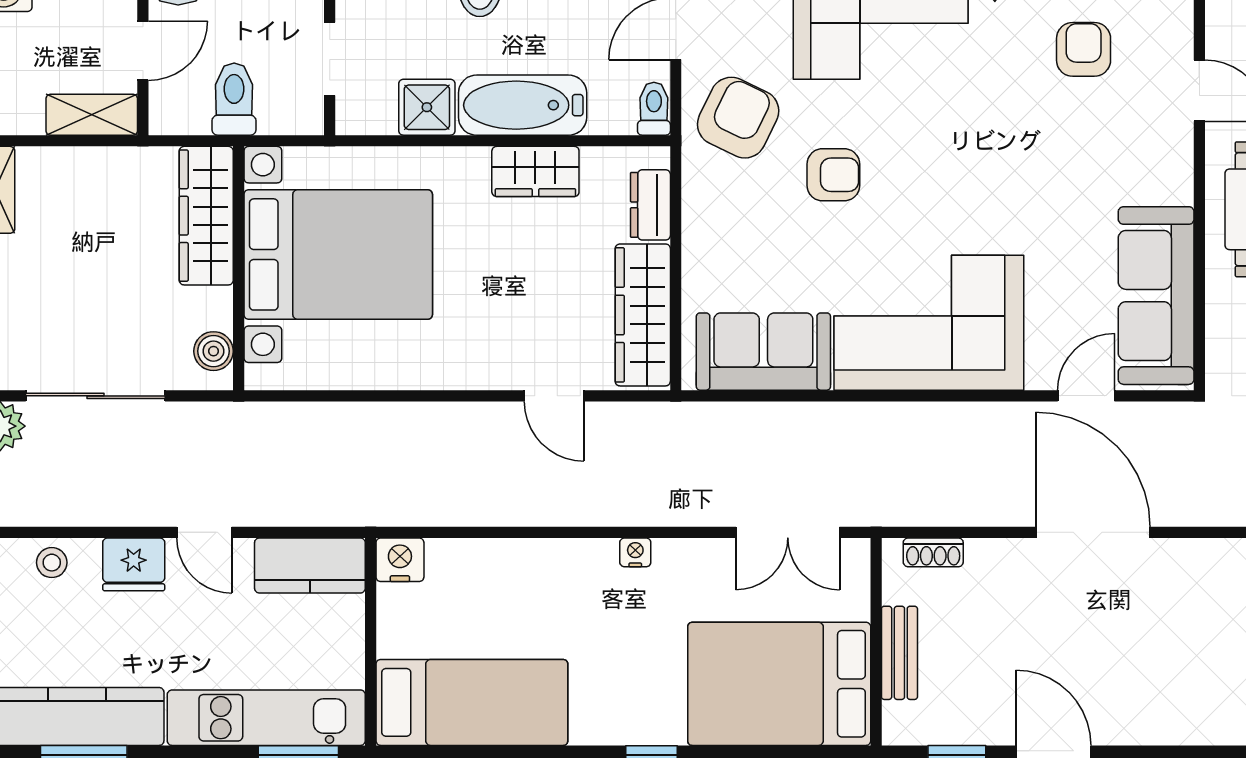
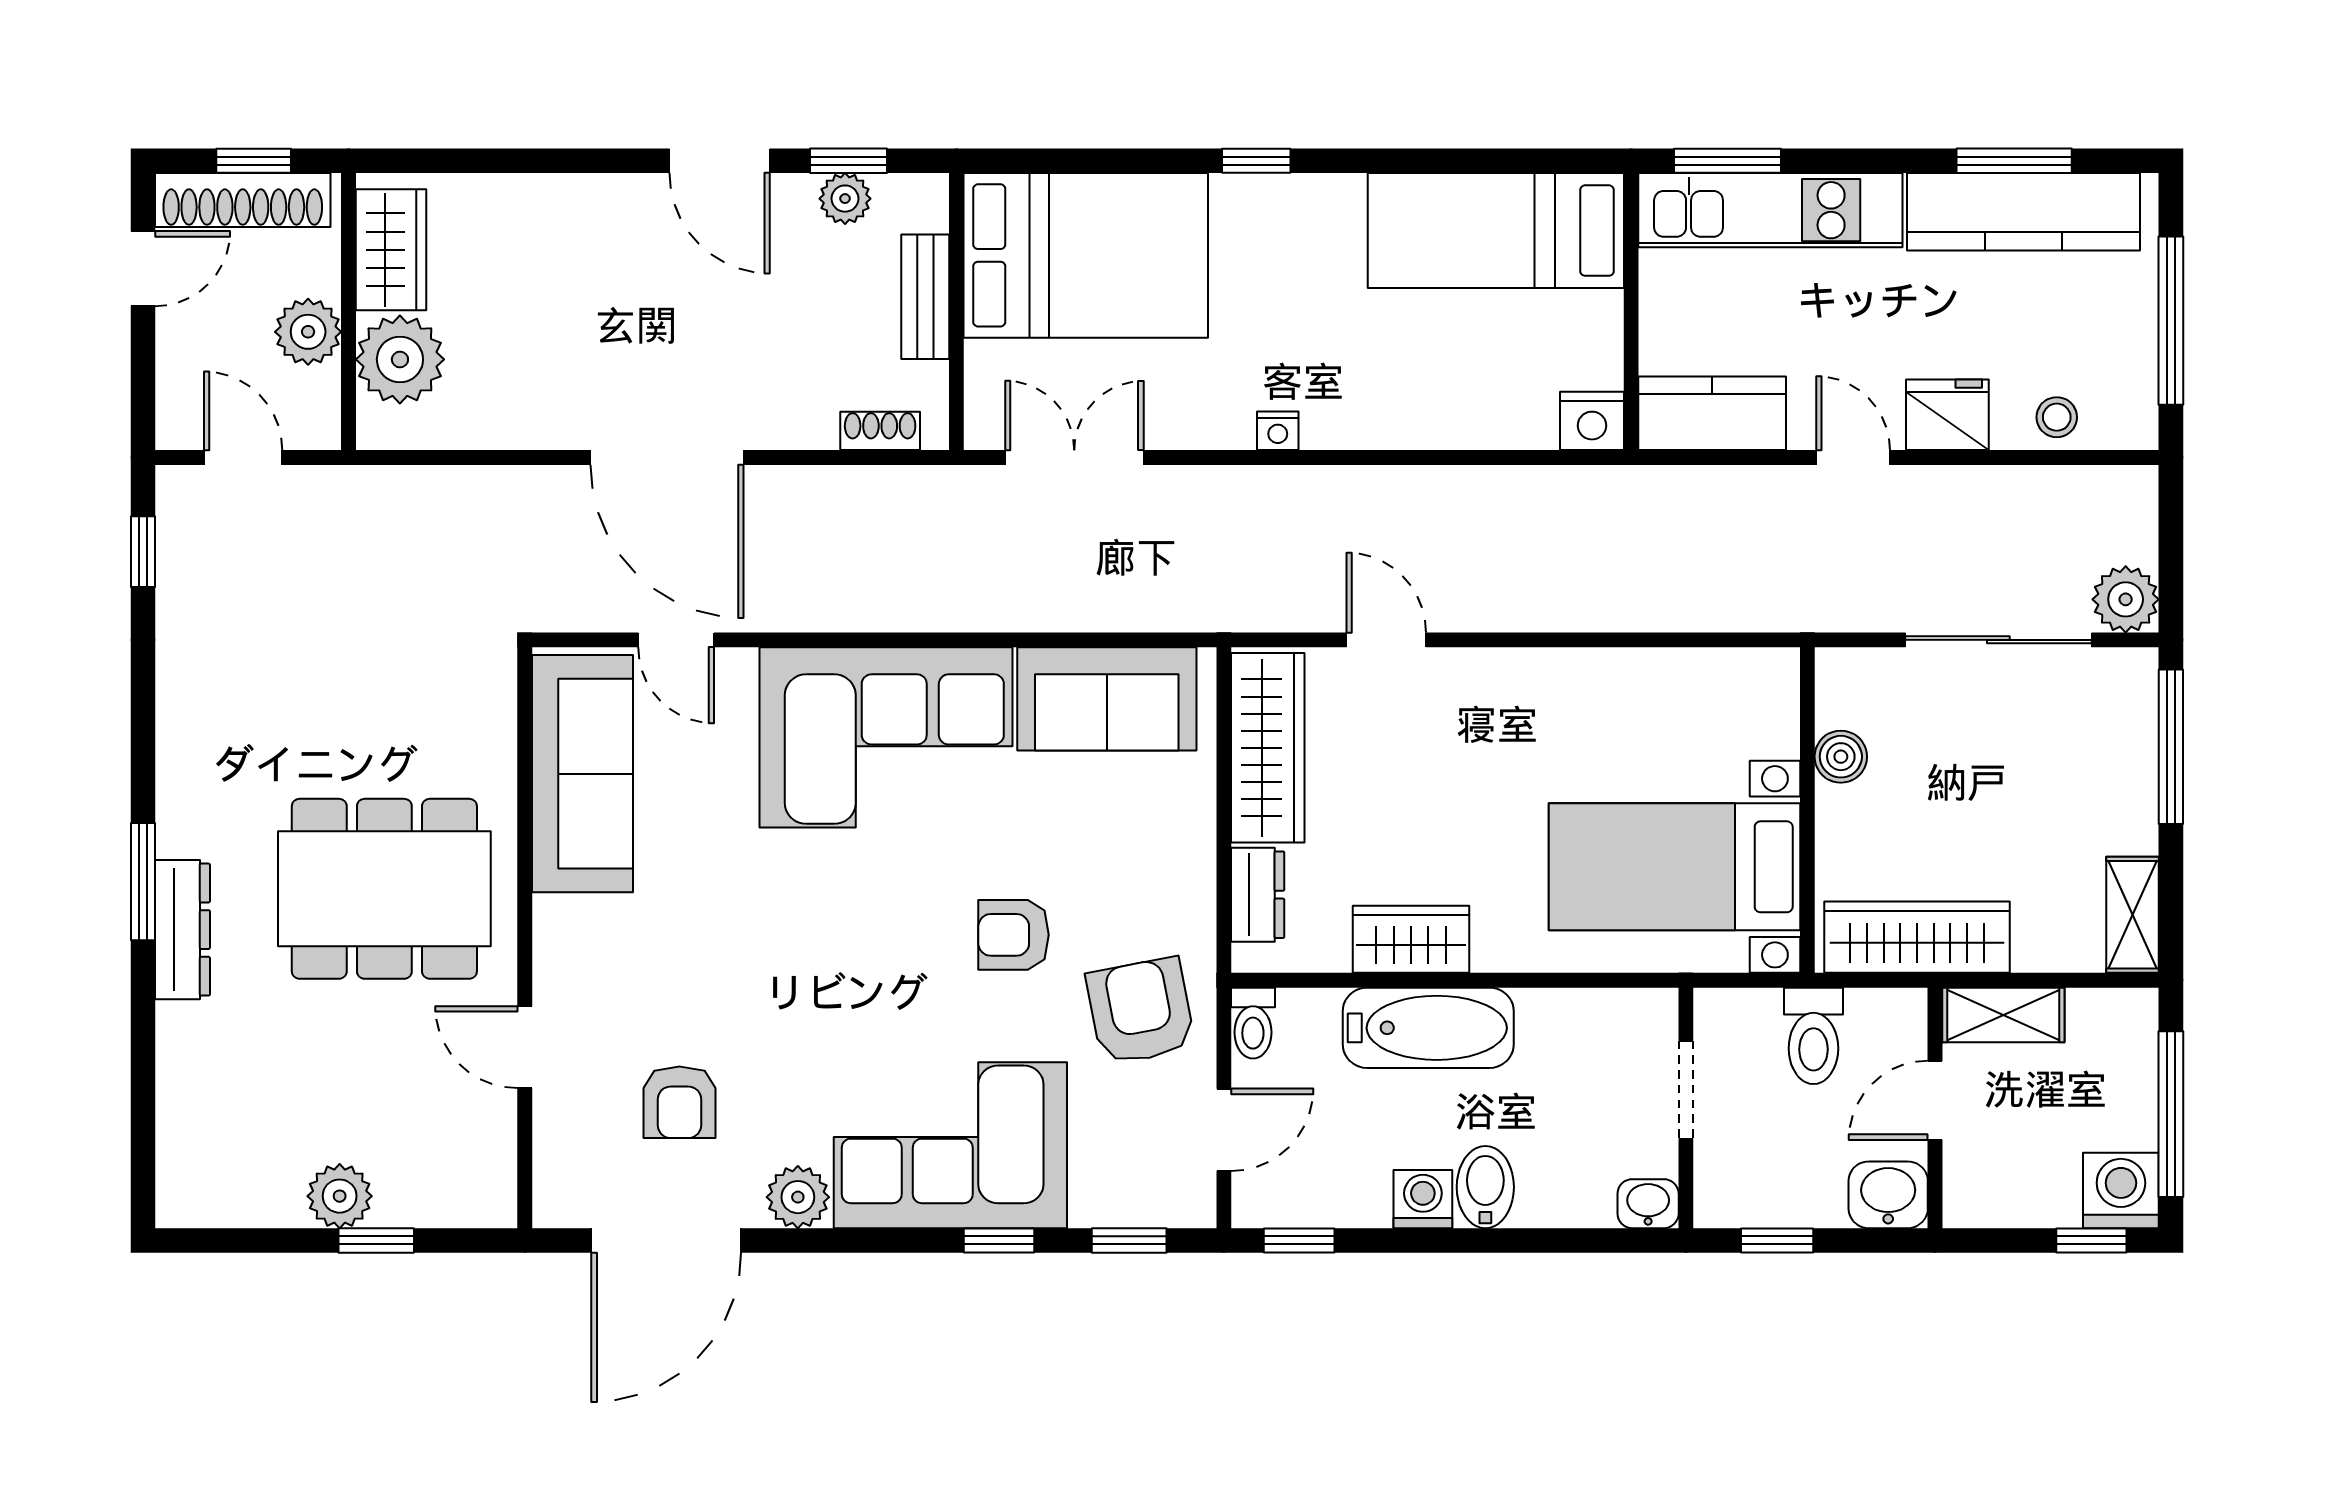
shower: (427, 107) -> (1556, 1025), removed
armchair: (738, 118) -> (1141, 1011), turned 143
wardrobe: (206, 216) -> (1917, 937), moved, turned -90
bed with nightstands: (338, 254) -> (1674, 867), width x0.73
boiler: (213, 351) -> (1841, 757), moved
door: (1086, 396) -> (676, 640), hinge flipped
plant: (960, 726) -> (845, 199), added

